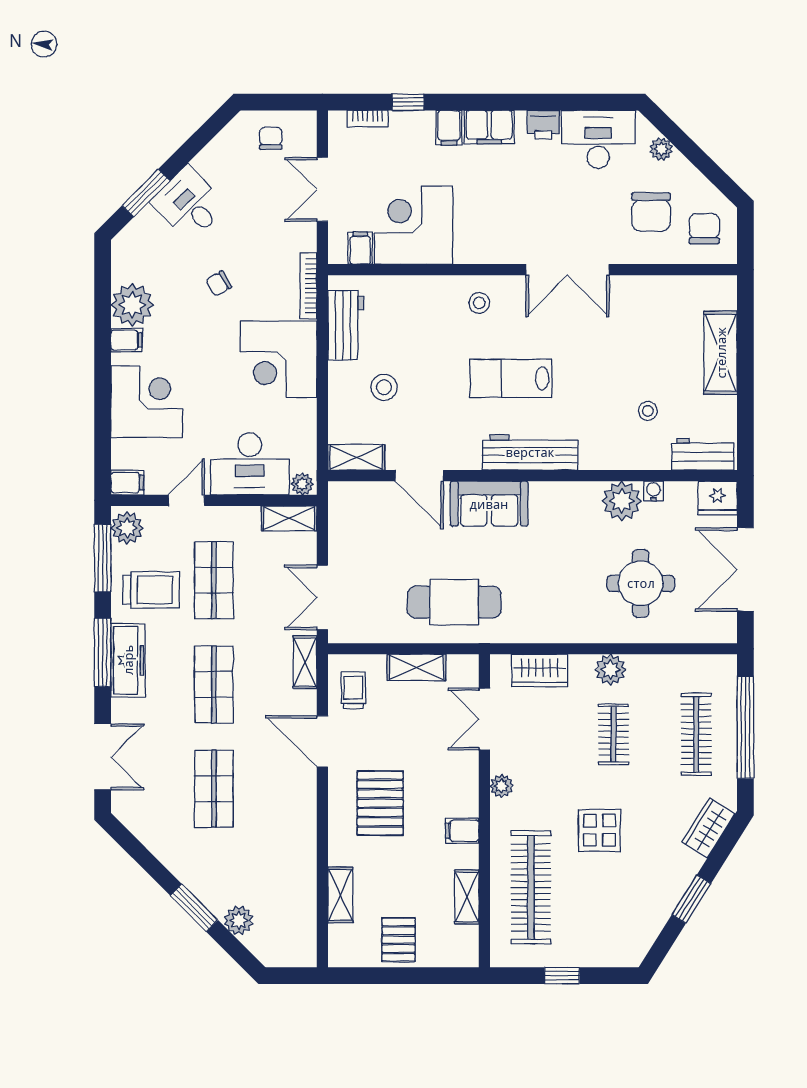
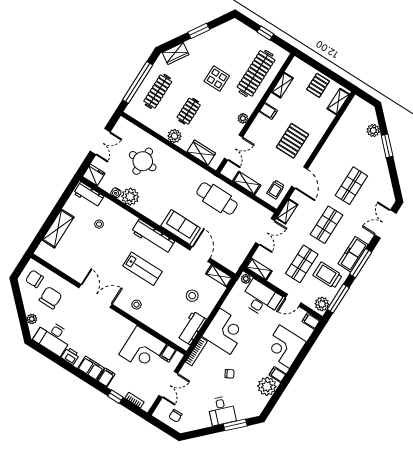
chair: (704, 229) -> (35, 279), turned 90
double door: (745, 569) -> (100, 142), width x0.73
shelving: (340, 895) -> (338, 102), moved

